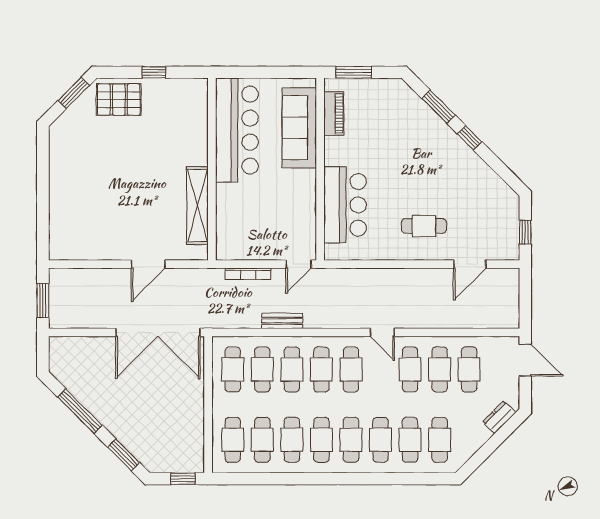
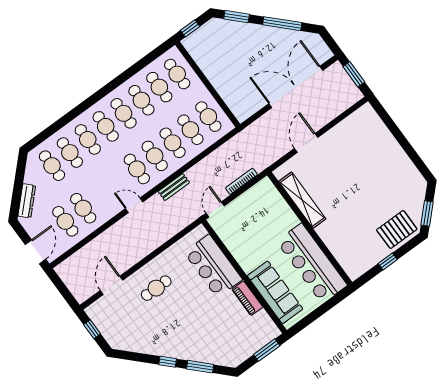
piano: (334, 114) -> (247, 298), moved
bench: (282, 321) -> (174, 187), moved
double door: (158, 332) -> (296, 87), moved
door: (525, 360) -> (35, 252), swing flipped
cafe table: (410, 369) -> (101, 195), removed
dresser: (499, 417) -> (27, 201), width x1.44

